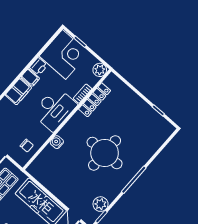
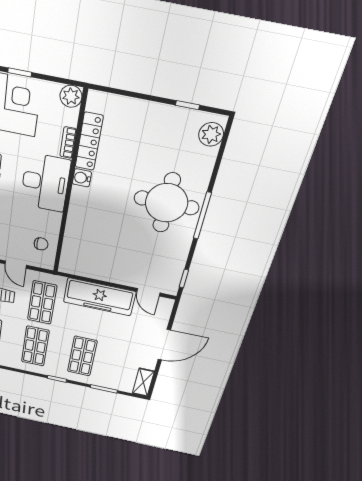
water cooler: (57, 142) -> (82, 178), moved
round table: (105, 153) -> (166, 203), moved
plant: (101, 204) -> (211, 134), moved

